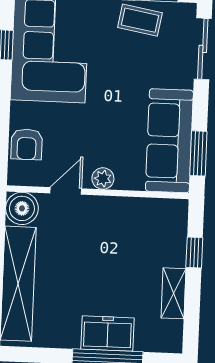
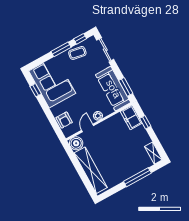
shelving: (174, 293) -> (153, 153), moved
freezer: (107, 334) -> (131, 117), moved, turned -90

